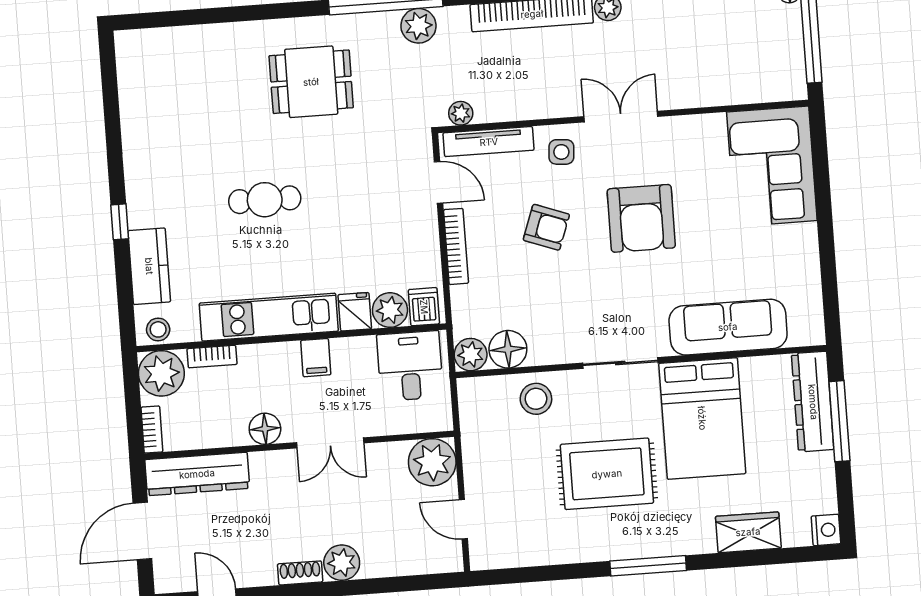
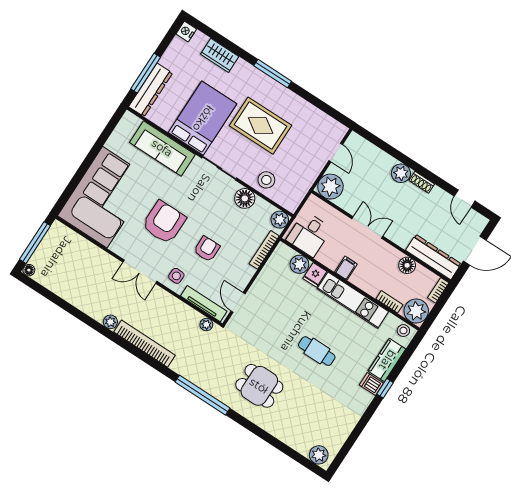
plant: (418, 26) -> (319, 455), moved
corner sofa: (772, 166) -> (105, 197), width x1.36, depth x1.36
armchair: (546, 227) -> (207, 249), turned 69
bookcase: (456, 246) -> (264, 250), moved
dishwasher: (424, 307) -> (371, 384), moved, turned 90
floor lamp: (508, 349) -> (245, 198), moved
floor lamp: (265, 429) -> (407, 265), moved

